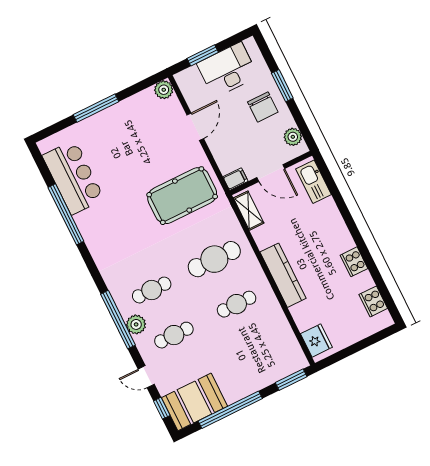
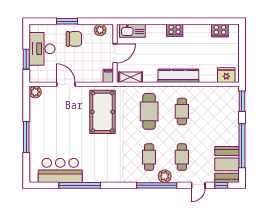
cooker: (354, 262) -> (175, 30), moved

